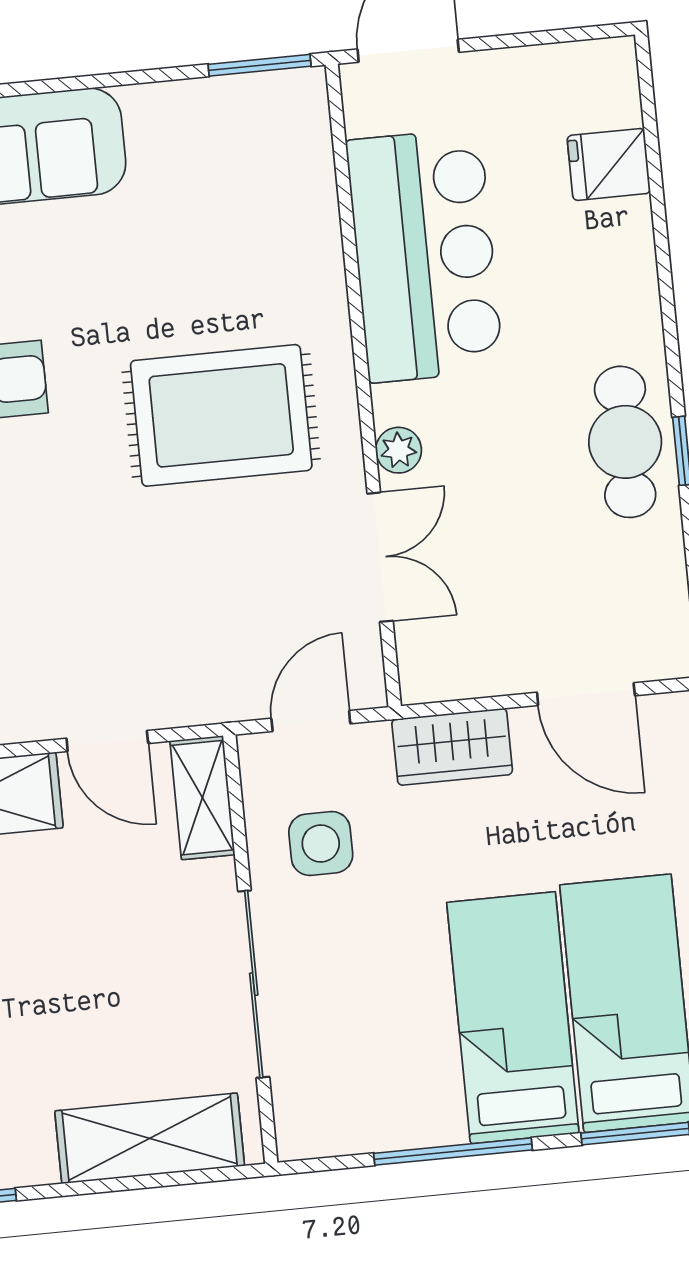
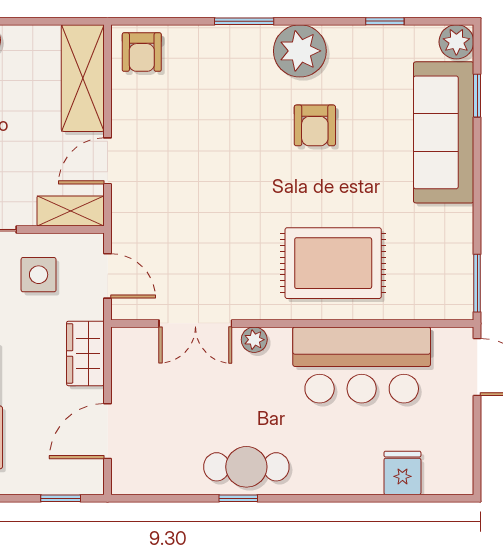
rug: (221, 415) -> (333, 263), moved, turned 90

